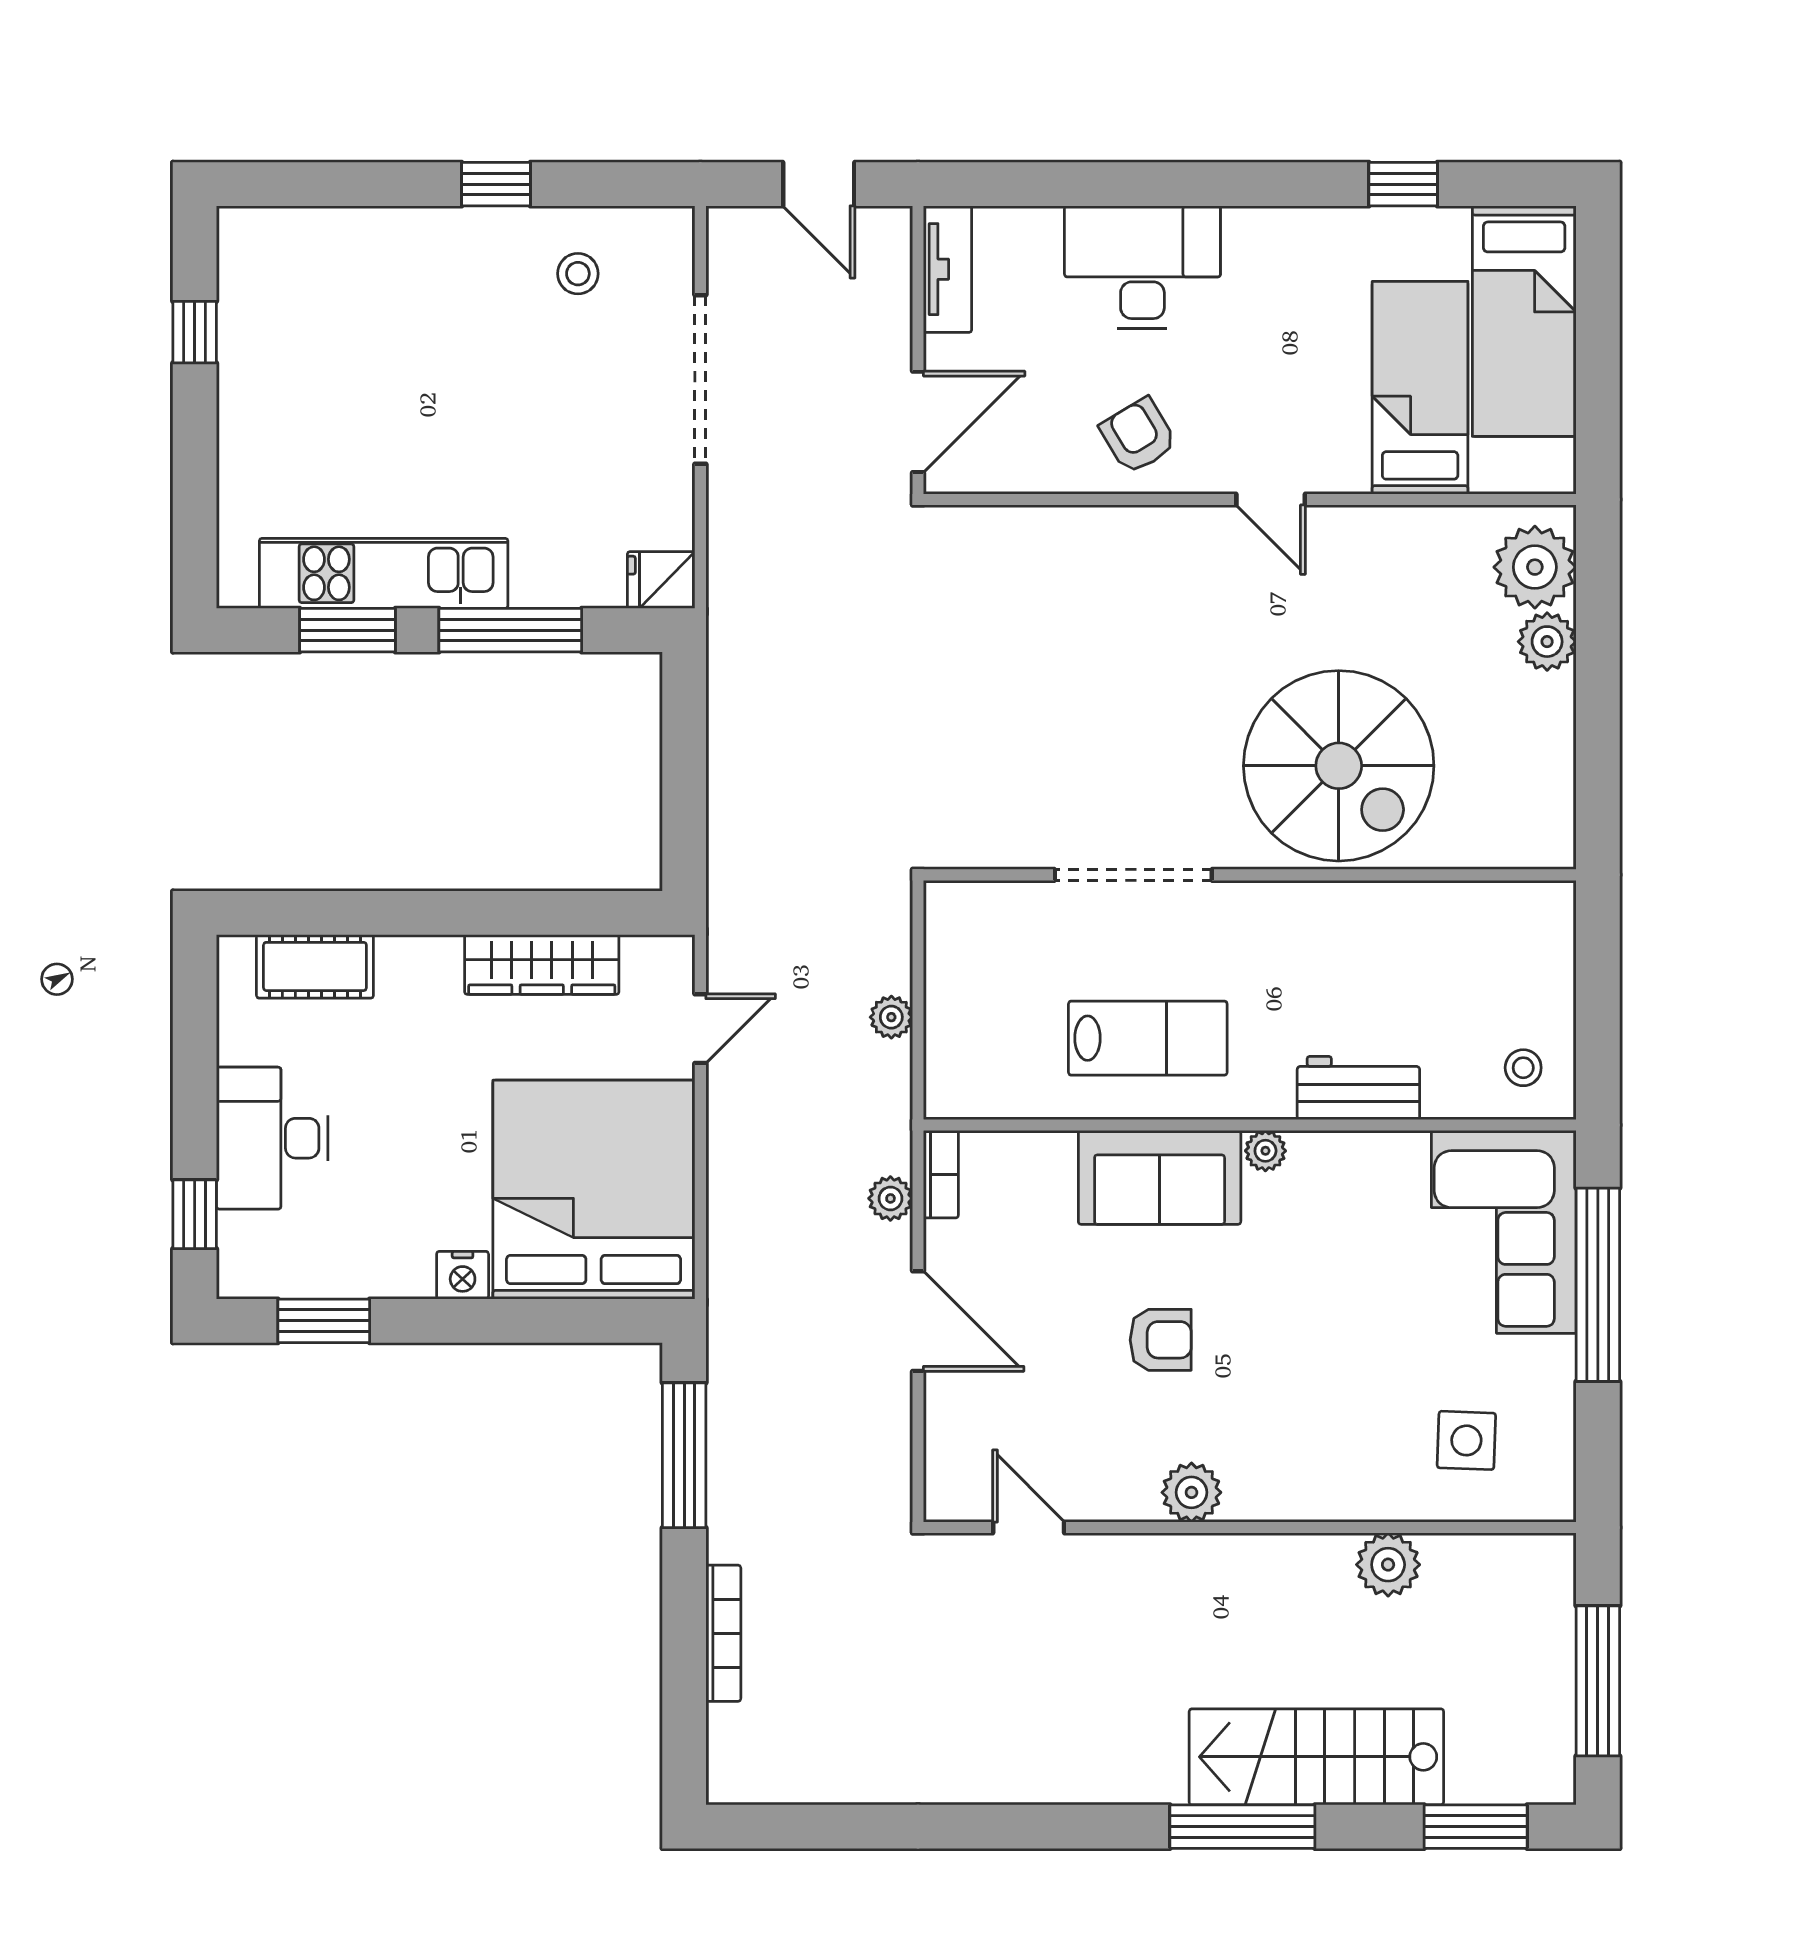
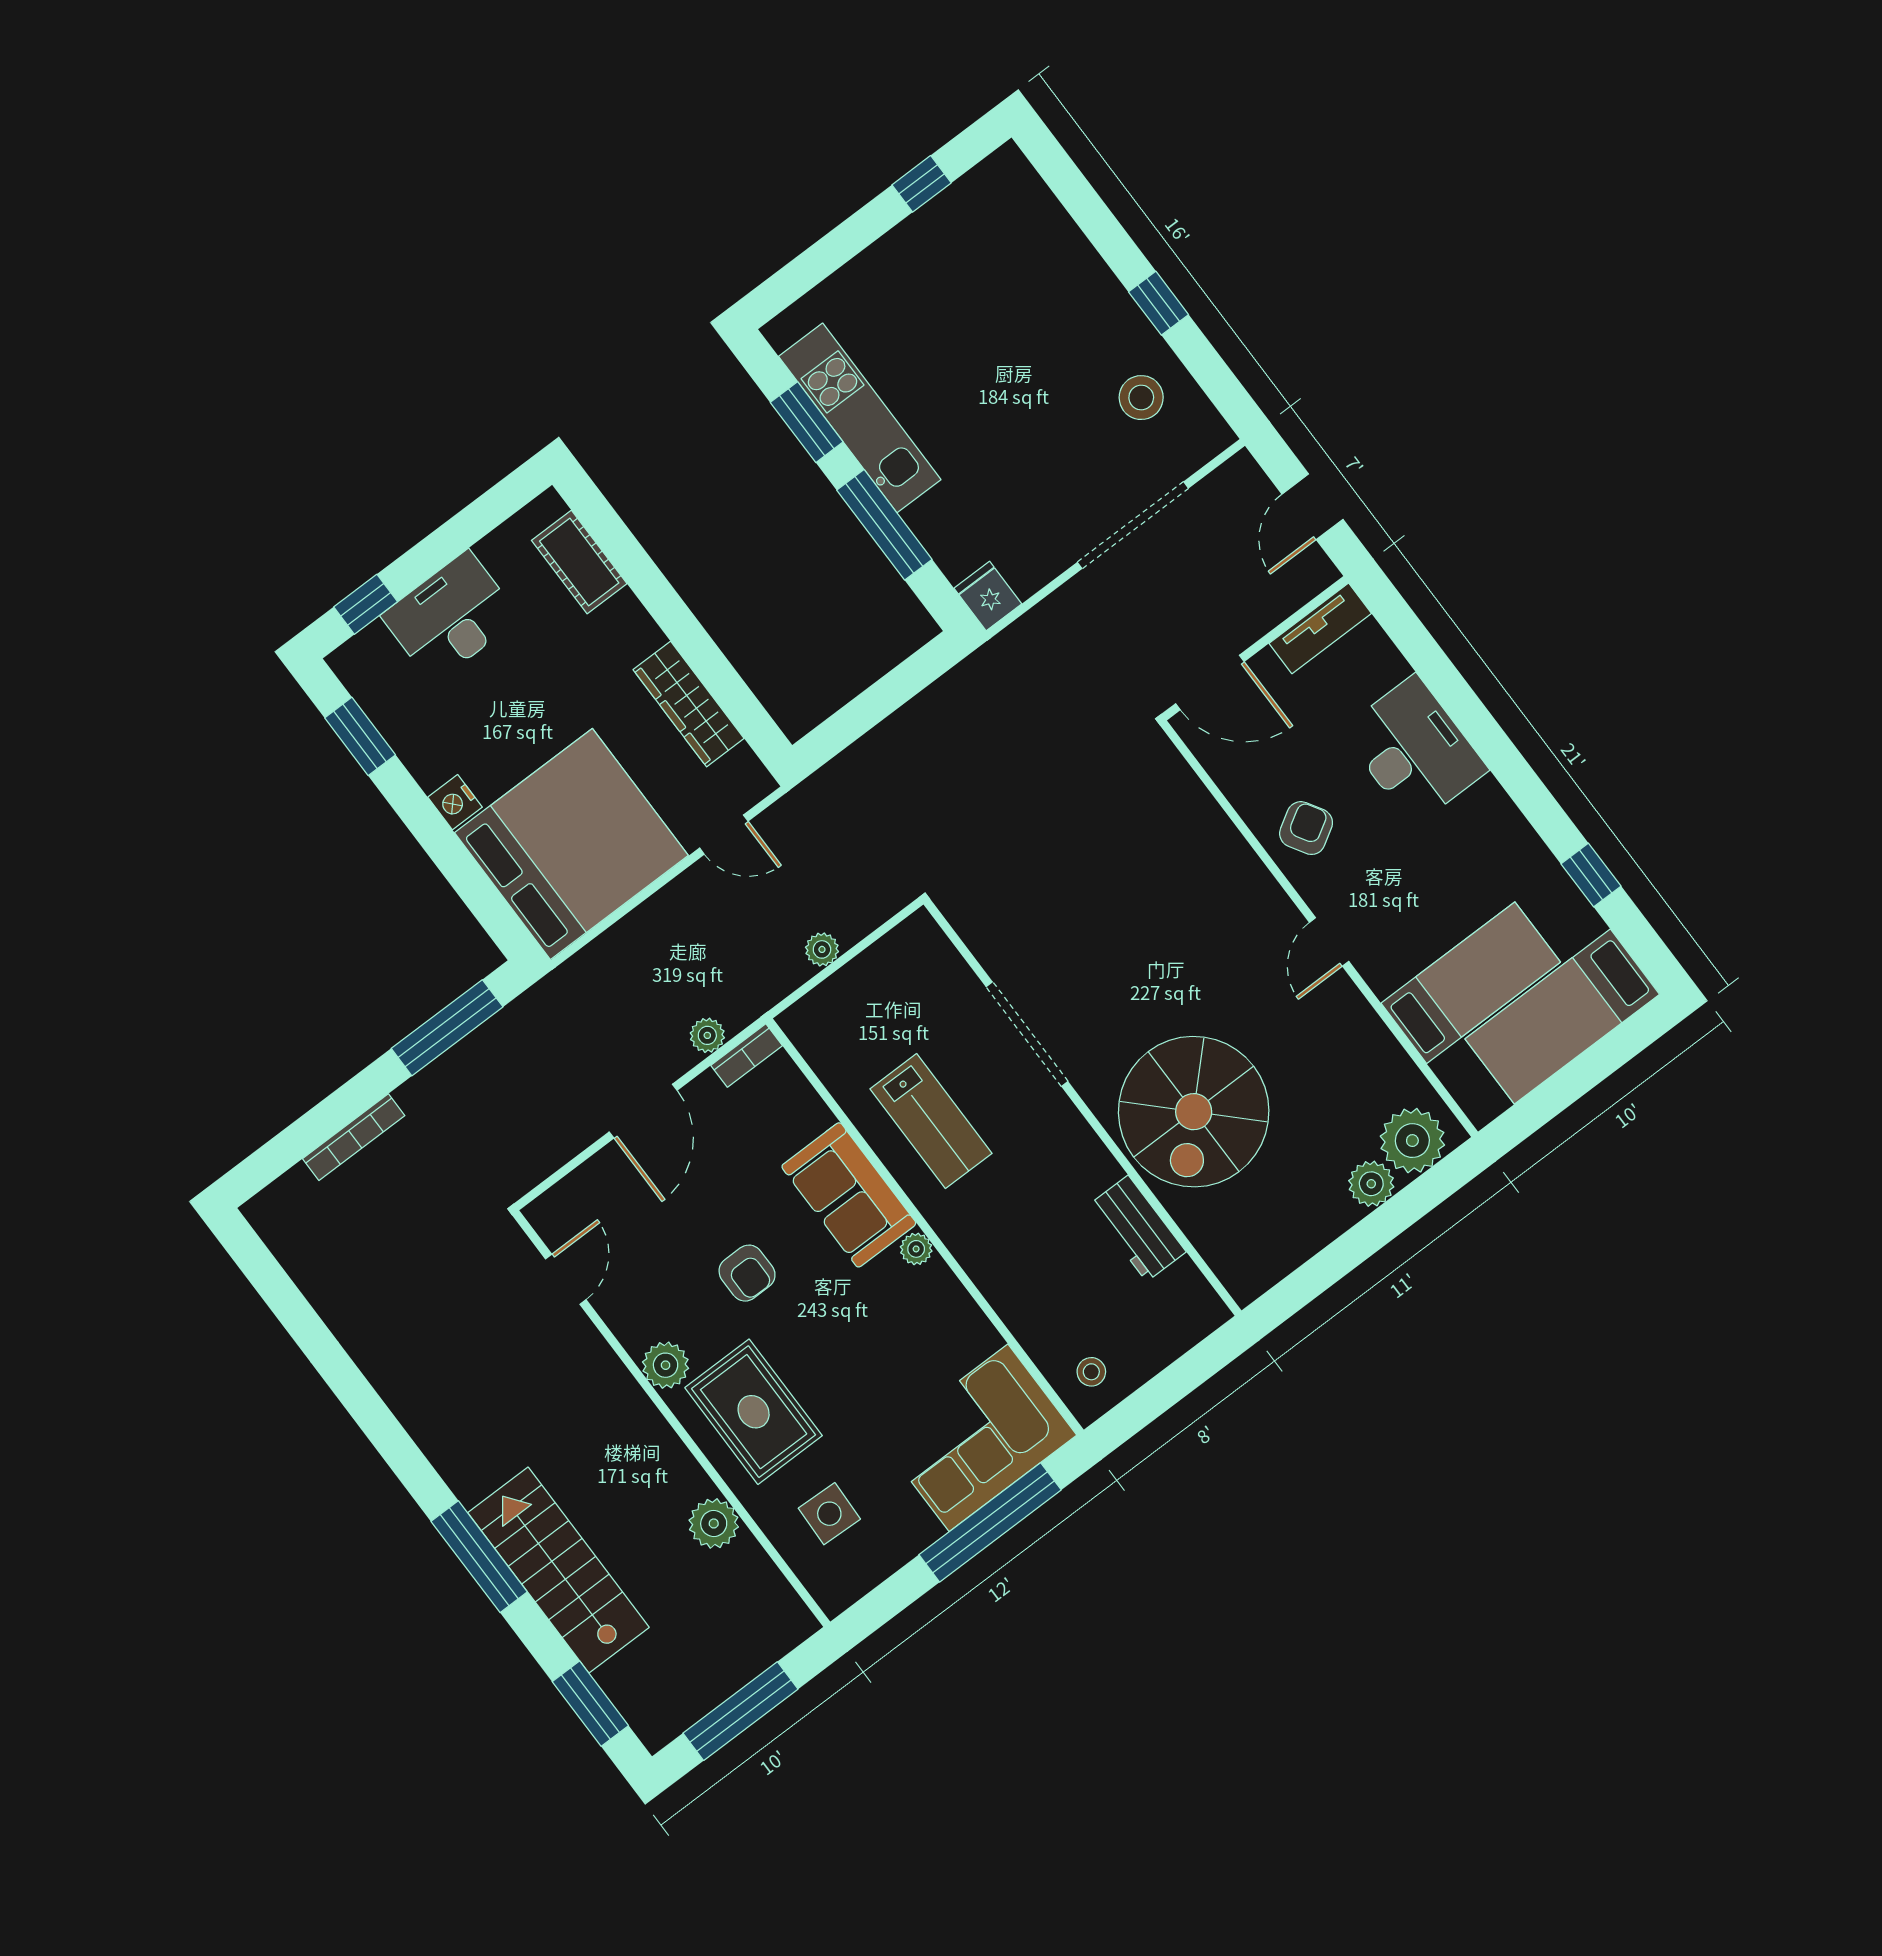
stool: (578, 274) -> (1141, 398), width x1.37, depth x1.37
workbench: (1358, 1088) -> (1137, 1228), moved, turned 180
rug: (1306, 1439) -> (754, 1412), added

